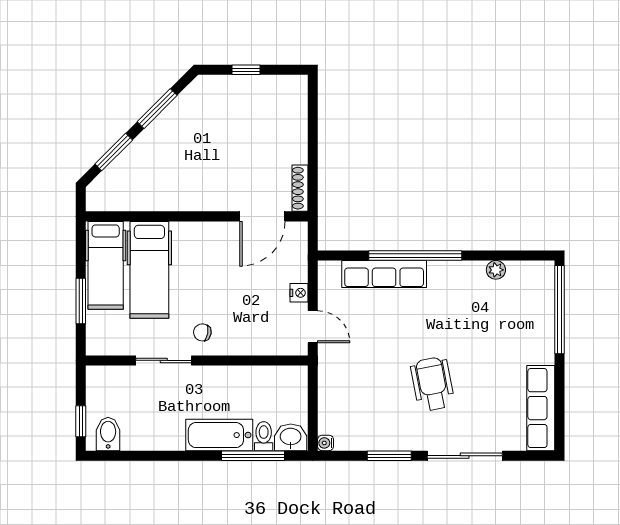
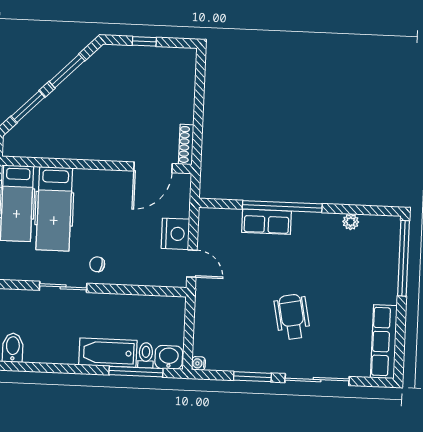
row of seats: (384, 274) -> (267, 222), width x0.68
nightstand: (299, 293) -> (175, 234), width x1.89, depth x1.79

